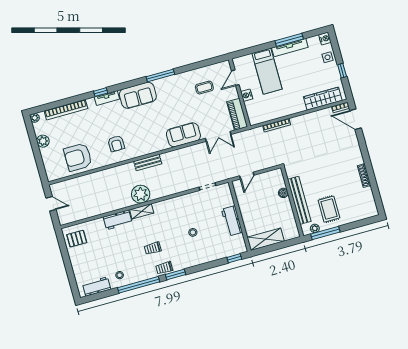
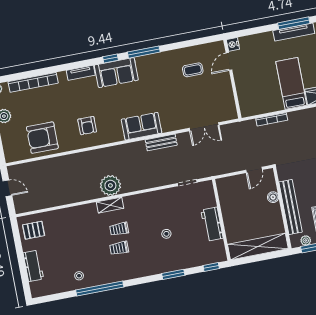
bed: (267, 71) -> (291, 83), moved, turned 180
window: (101, 92) -> (111, 58), moved
nightstand: (247, 95) -> (233, 44), moved
piano: (237, 114) -> (228, 103), removed
sofa: (183, 135) -> (142, 126), moved
bench: (148, 163) -> (161, 142), moved
door: (247, 176) -> (254, 170), moved
workbench: (118, 220) -> (82, 213), removed
shelving: (266, 239) -> (258, 247), width x1.47
trolley: (164, 268) -> (119, 229), moved
window: (176, 275) -> (173, 274), moved
workbench: (97, 287) -> (33, 266), moved, turned 90

